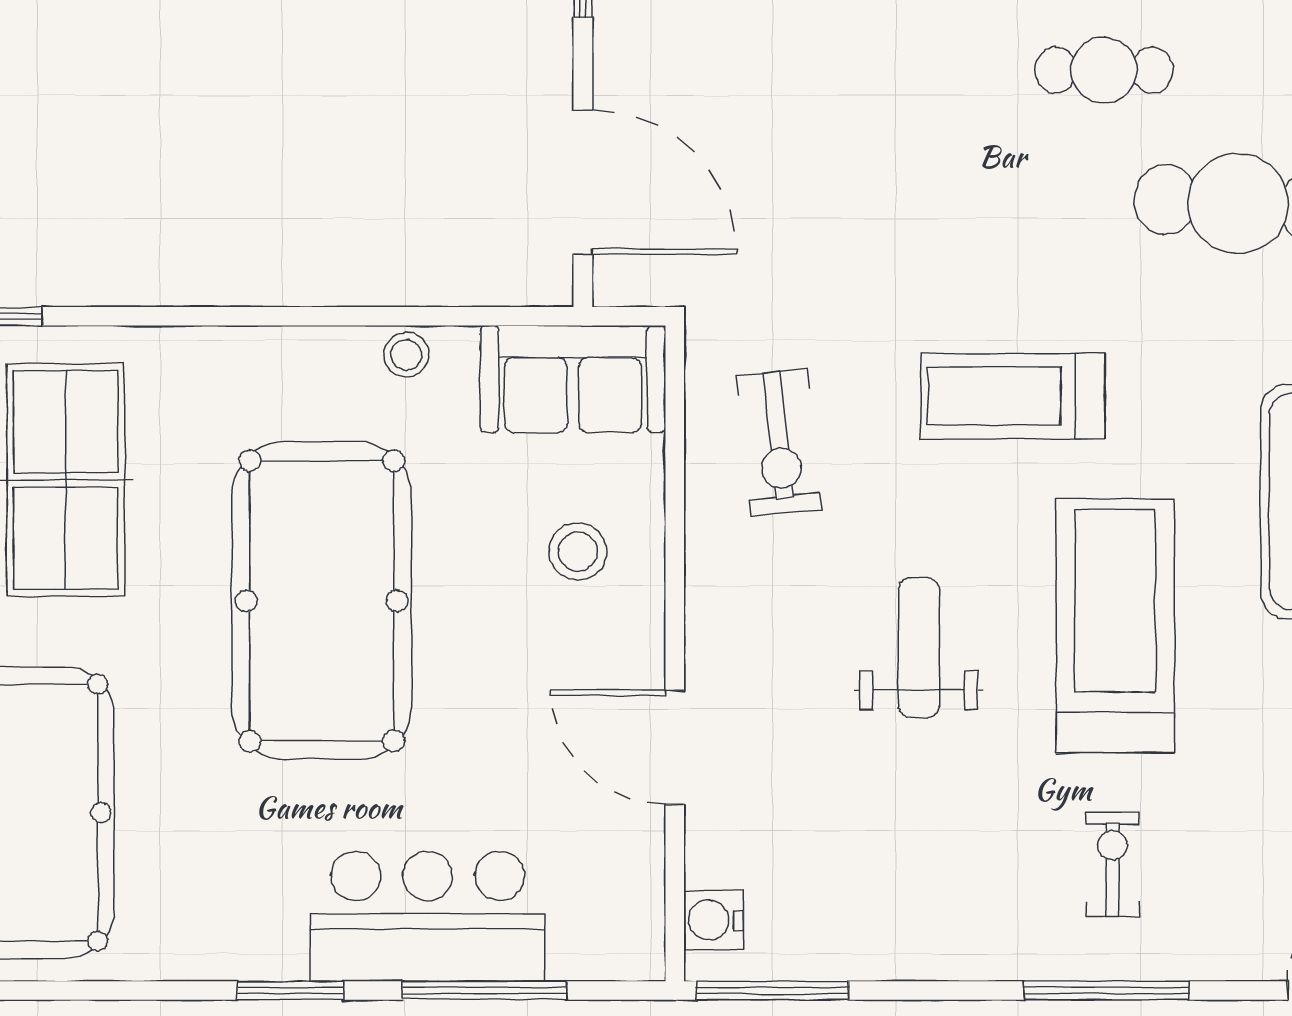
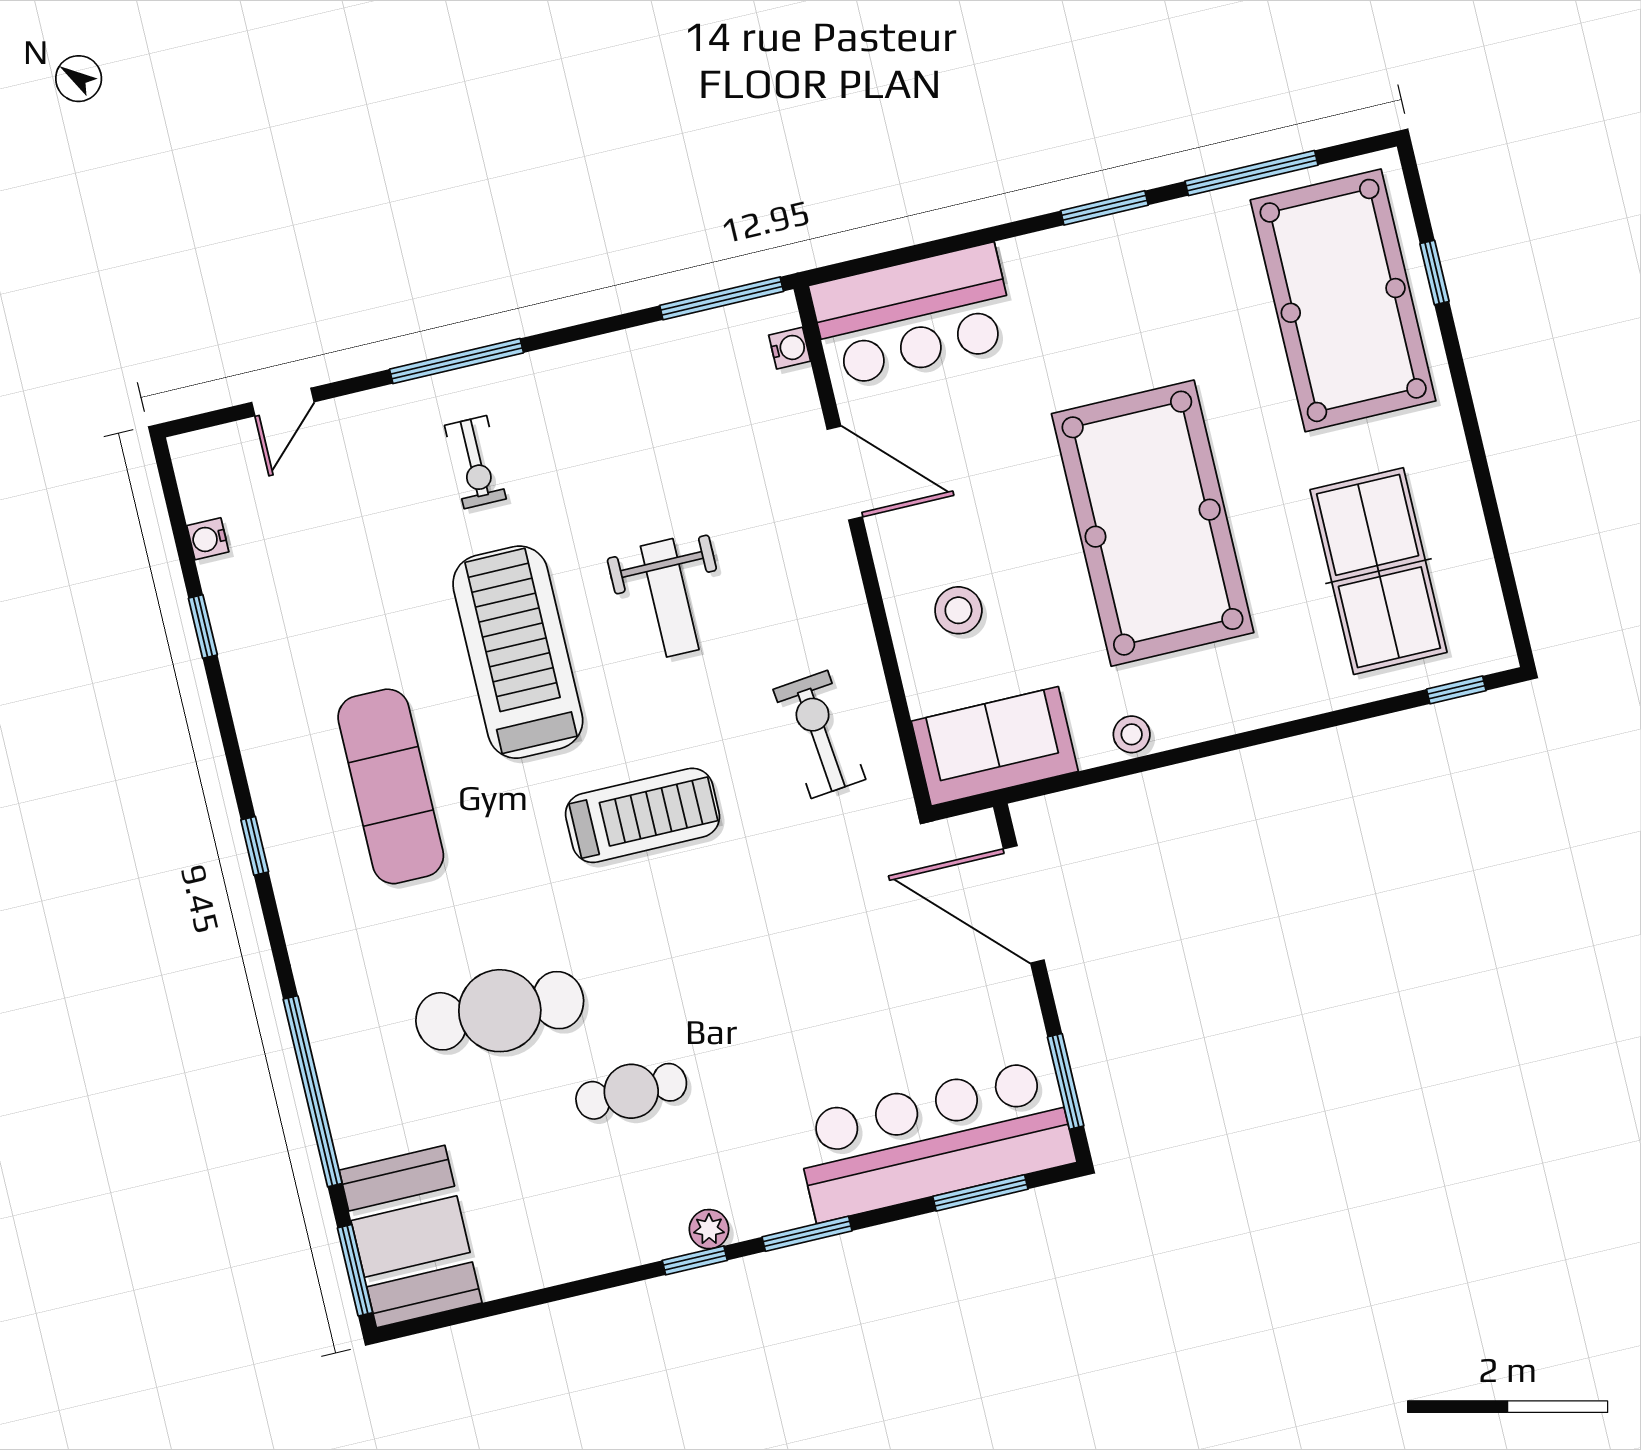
treadmill: (1115, 626) -> (518, 652), turned 180
bar counter: (428, 916) -> (913, 315), moved
water cooler: (714, 920) -> (790, 348), width x0.72, depth x0.72
window: (484, 990) -> (1252, 173), moved

